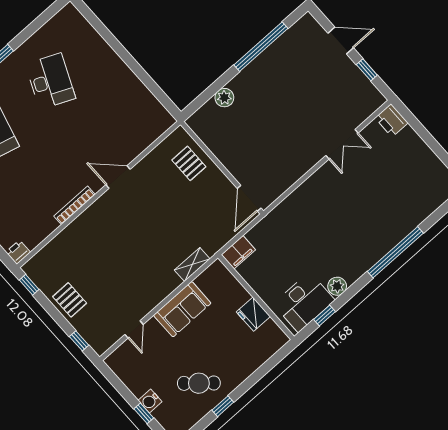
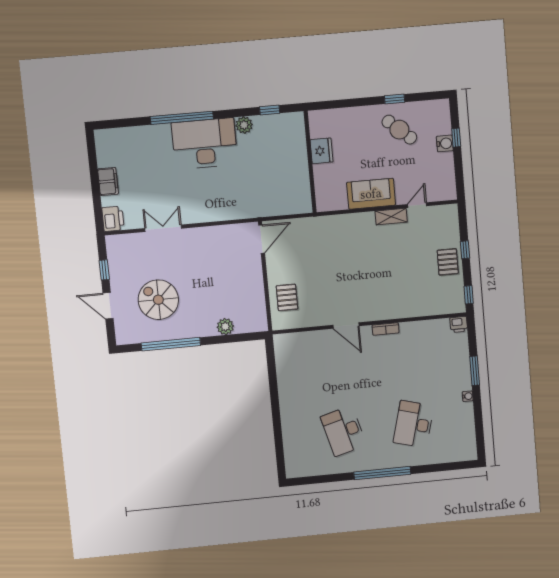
spiral stairs: (301, 78) -> (158, 300), added
desk: (50, 81) -> (343, 431), turned -39
bookcase: (74, 205) -> (386, 329), width x0.64
filing cabinet: (238, 252) -> (108, 181), moved, turned 90
shelving: (192, 265) -> (391, 217), moved
desk: (304, 302) -> (205, 144), moved, width x1.36, depth x1.30
window: (79, 341) -> (465, 250), moved

